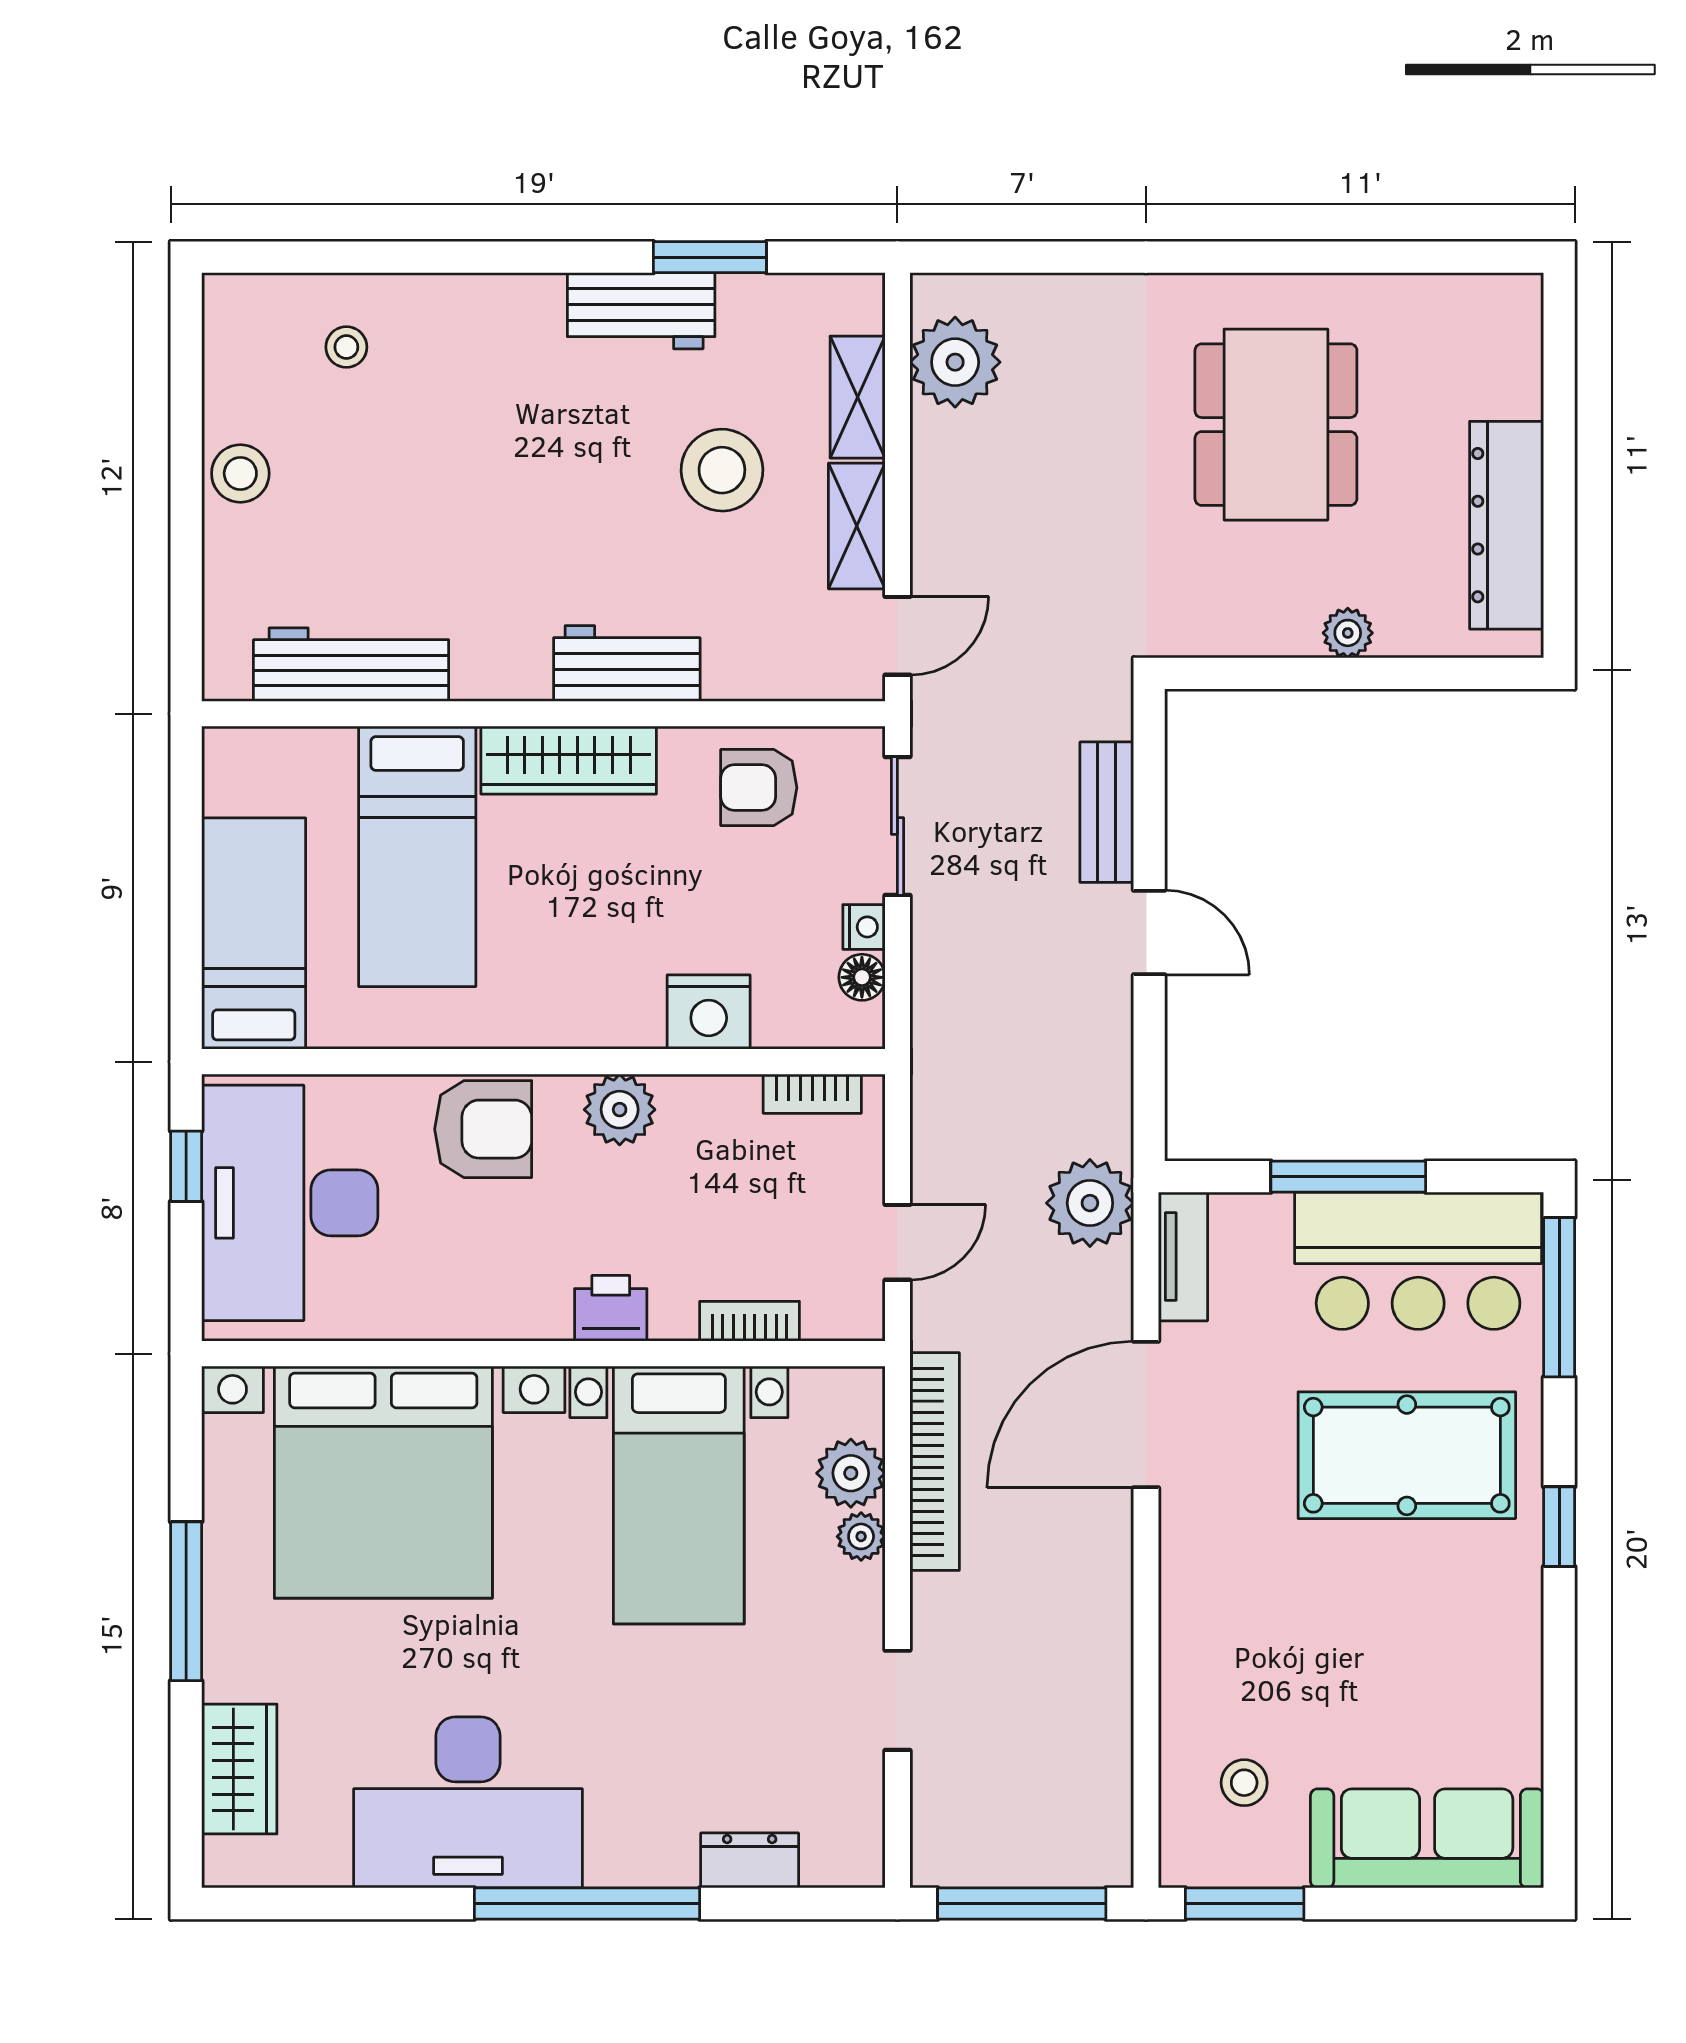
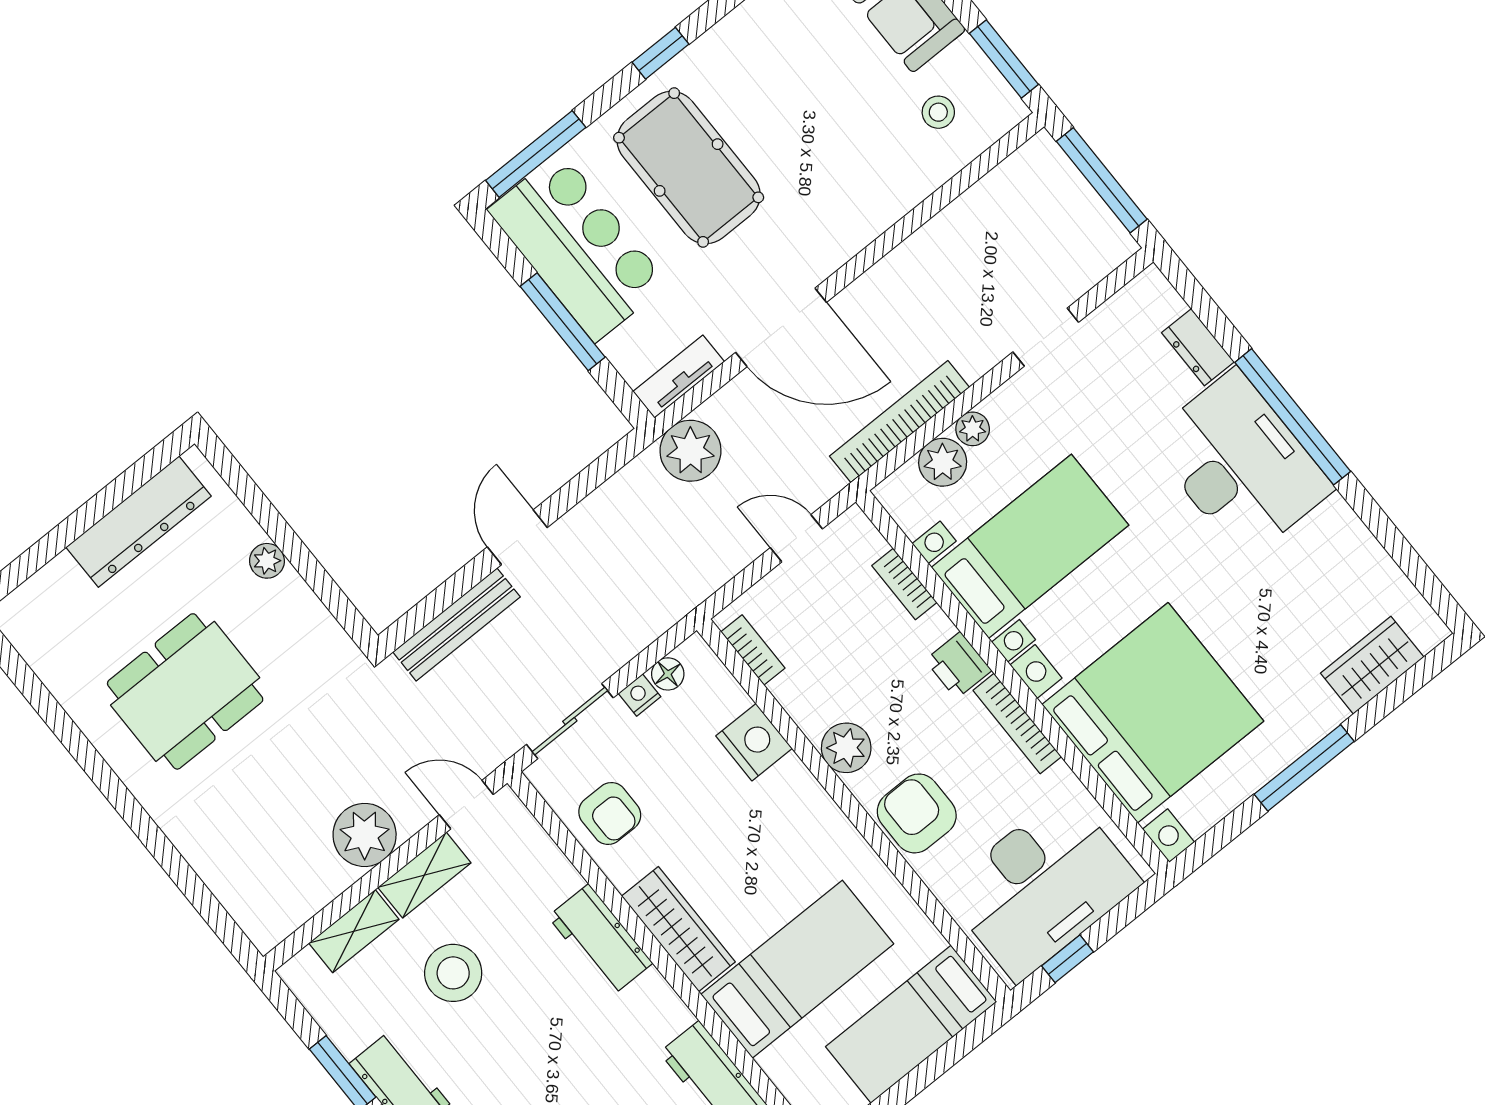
plant: (955, 362) -> (365, 835), moved
bench: (1107, 812) -> (456, 624), width x1.36
bookcase: (493, 1322) -> (1017, 724), added
desk: (468, 1802) -> (1240, 464), moved

